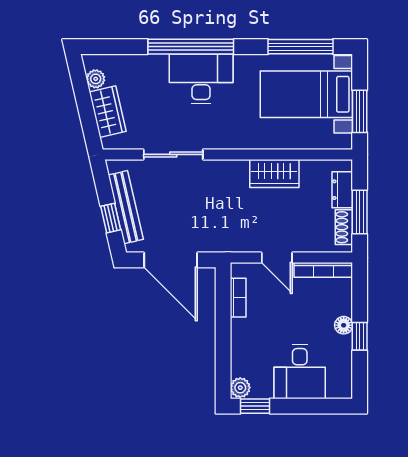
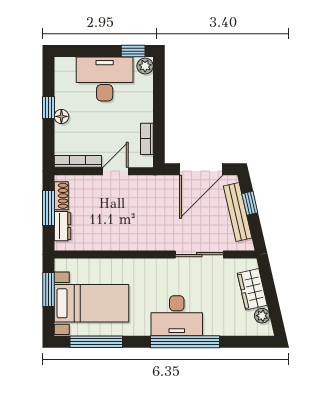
wardrobe: (274, 173) -> (117, 239), removed
door: (277, 258) -> (115, 171), hinge flipped
door: (171, 260) -> (201, 169), swing flipped
desk: (300, 372) -> (105, 79), width x1.37

